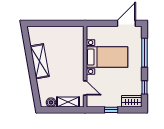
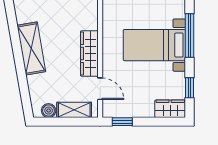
bed with nightstands: (107, 57) -> (154, 45), moved, turned 180
wardrobe: (78, 65) -> (89, 53), added
window: (111, 110) -> (122, 122), moved

